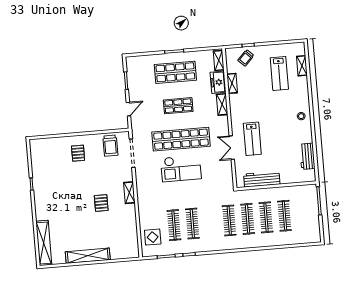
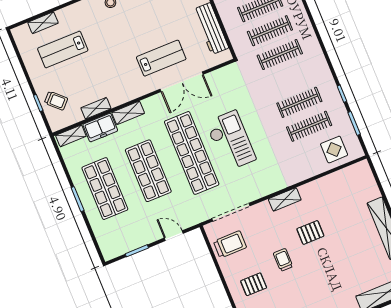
lab bench: (279, 73) -> (63, 50), turned 180
shop shelf: (178, 106) -> (148, 171), width x1.43, depth x1.36
double door: (232, 148) -> (182, 82), width x1.37
trolley: (88, 179) -> (283, 260), added

